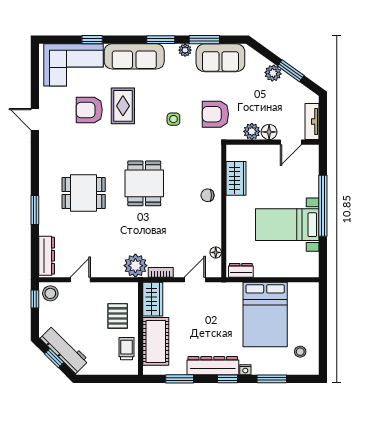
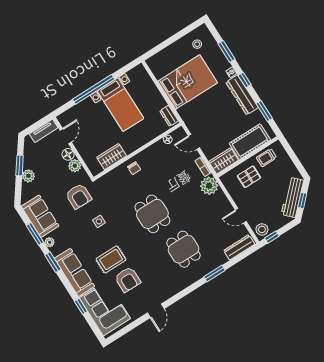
door: (291, 142) -> (66, 136), hinge flipped
dining table: (144, 183) -> (152, 214), turned 90

